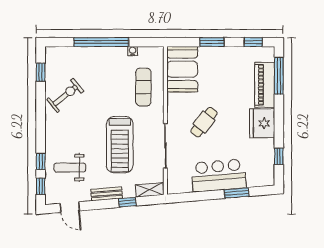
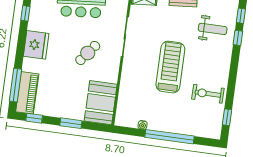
piano: (265, 85) -> (27, 93), moved
exercise mat: (143, 87) -> (137, 92), removed
exercise bike: (65, 95) -> (208, 94), turned 39
treadmill: (120, 145) -> (170, 67), moved

